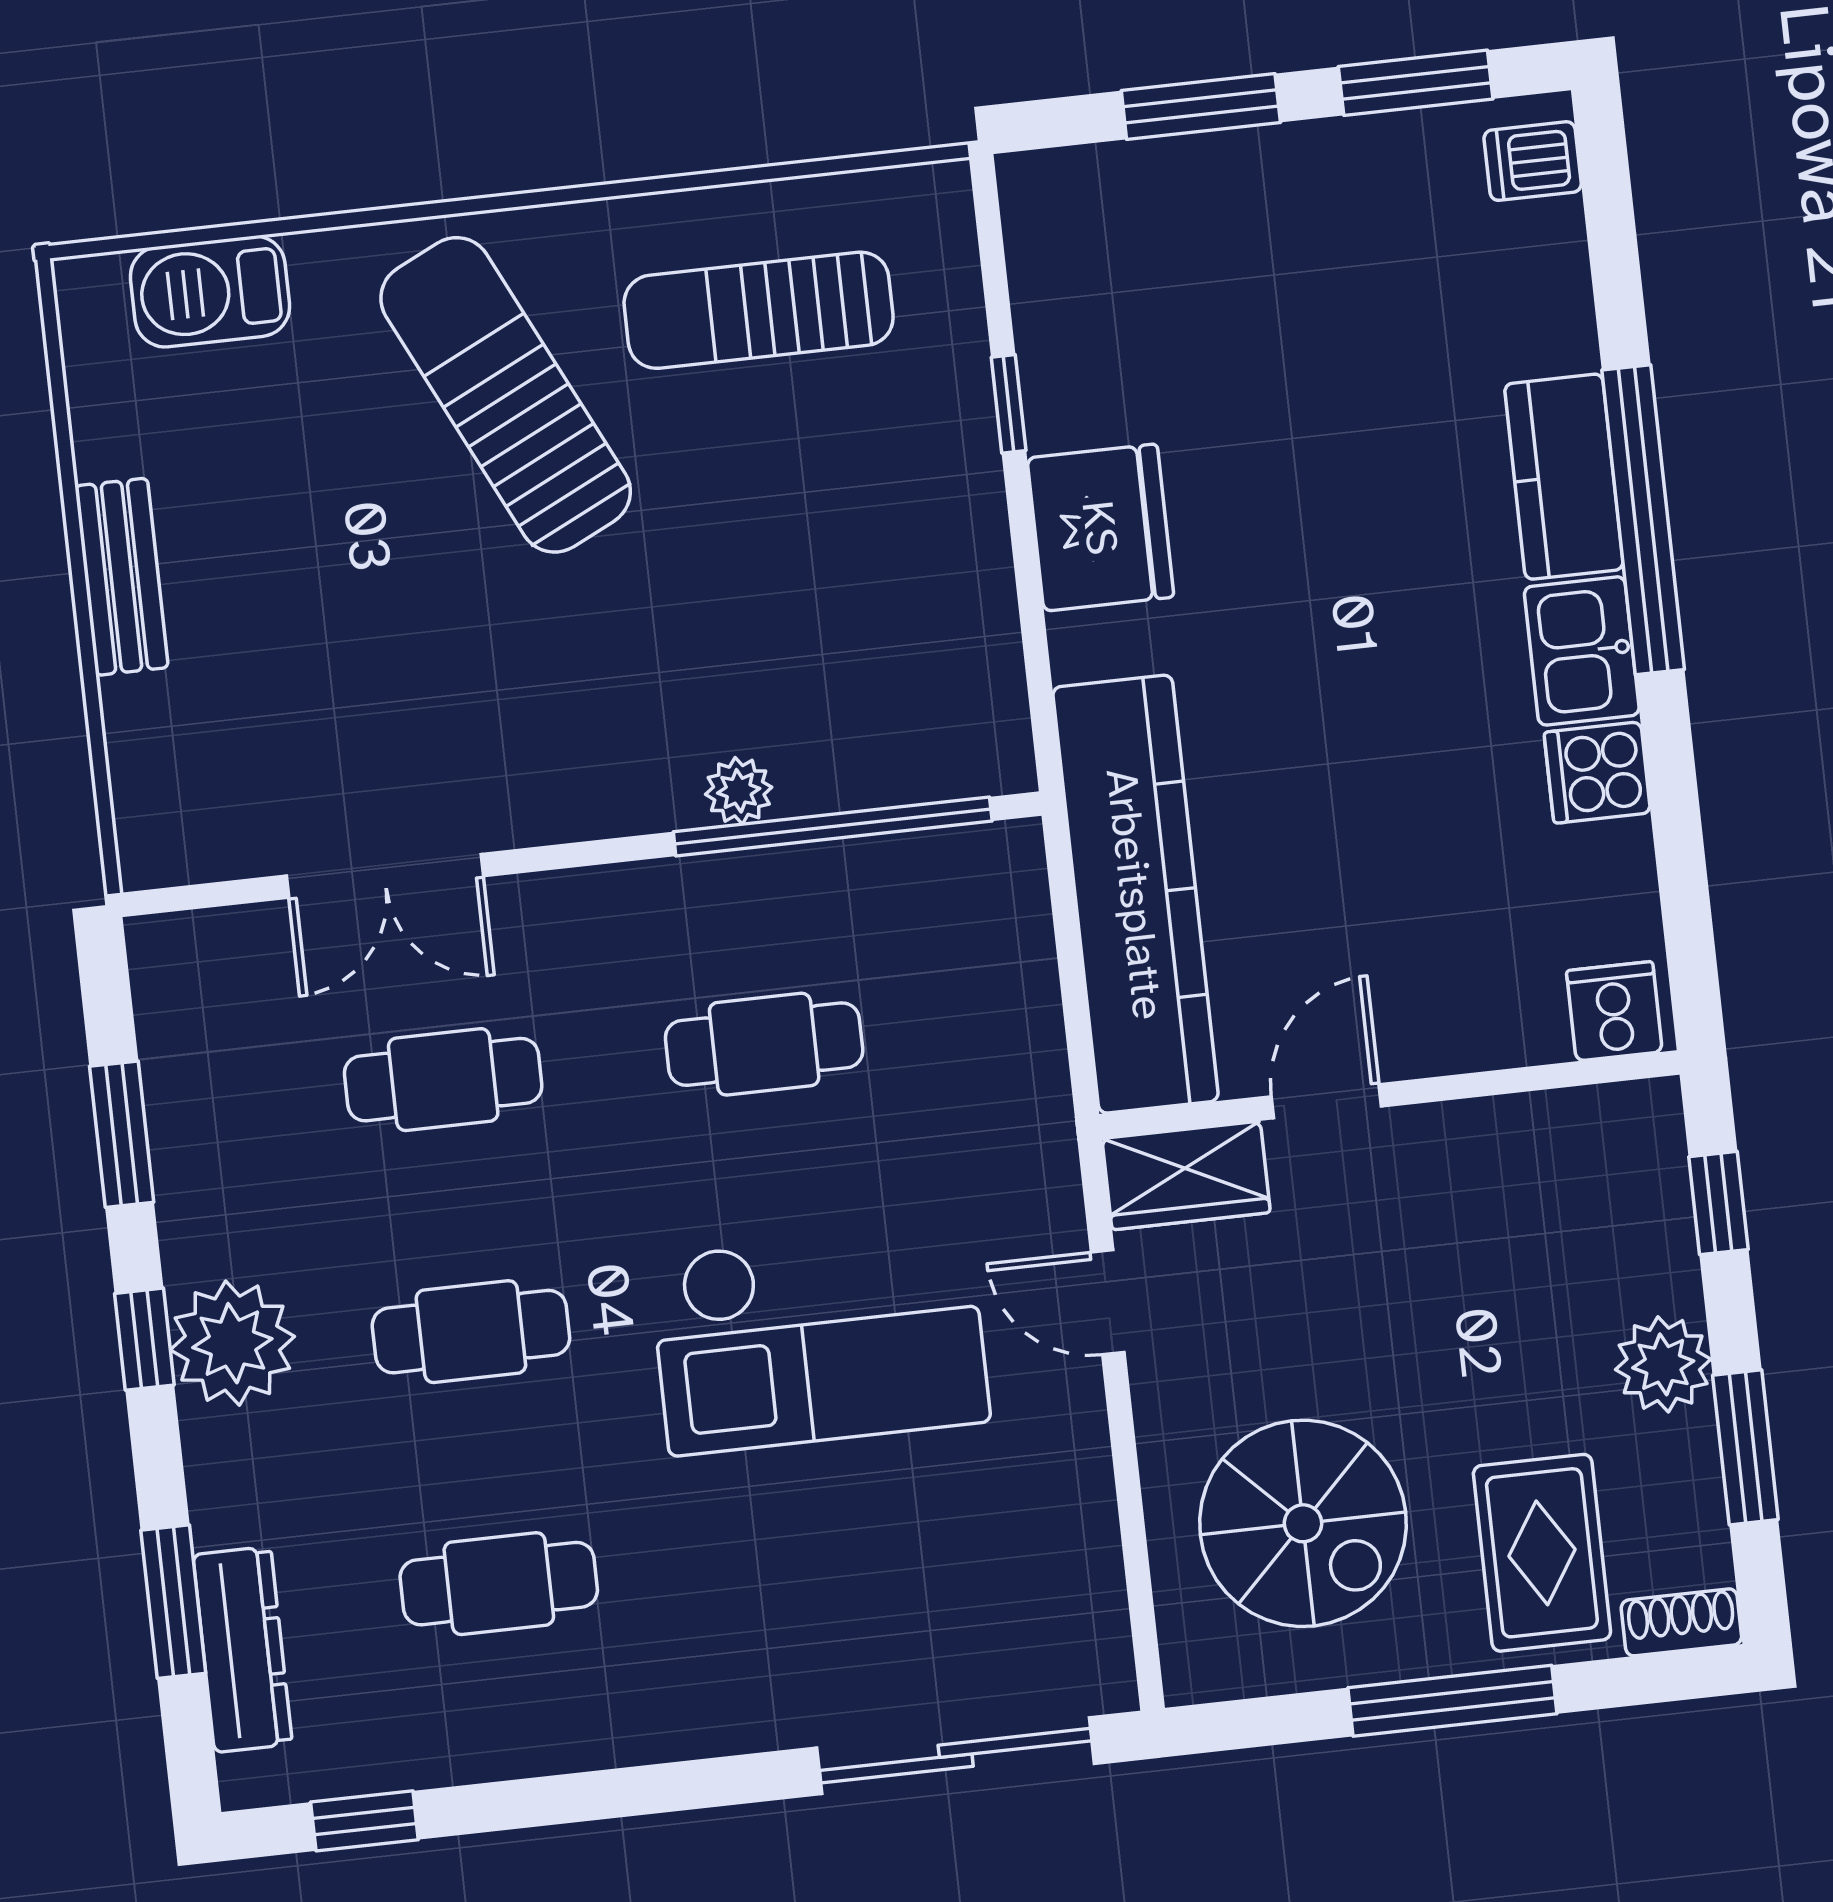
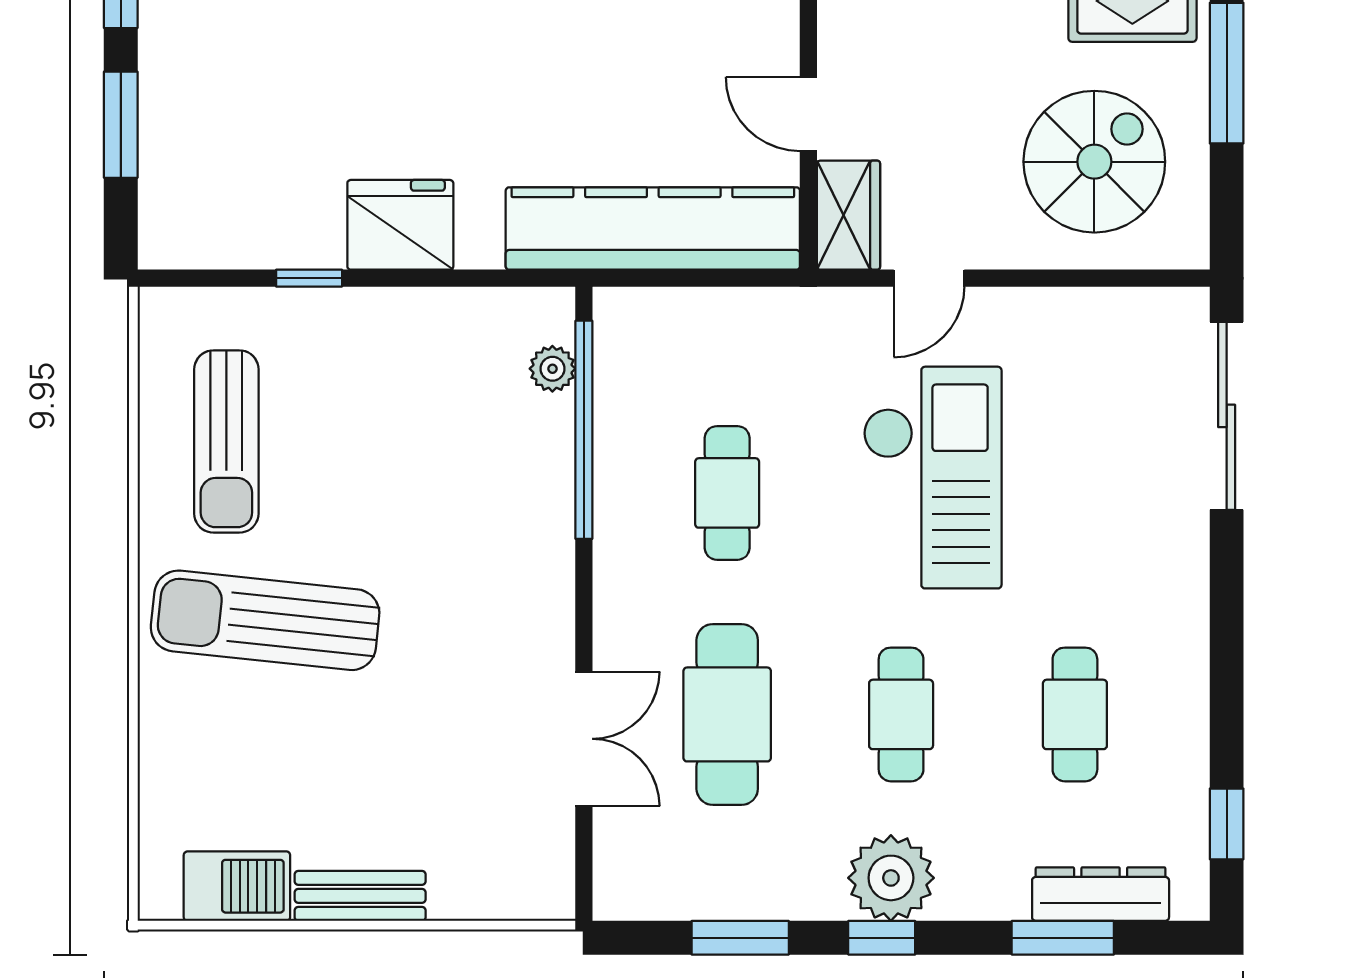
barbecue: (210, 291) -> (237, 886), moved, turned -90
sun lounger: (506, 395) -> (265, 620), turned 32
plant: (739, 791) -> (552, 369), moved
cafe table: (443, 1080) -> (727, 714), width x1.37, depth x1.35

